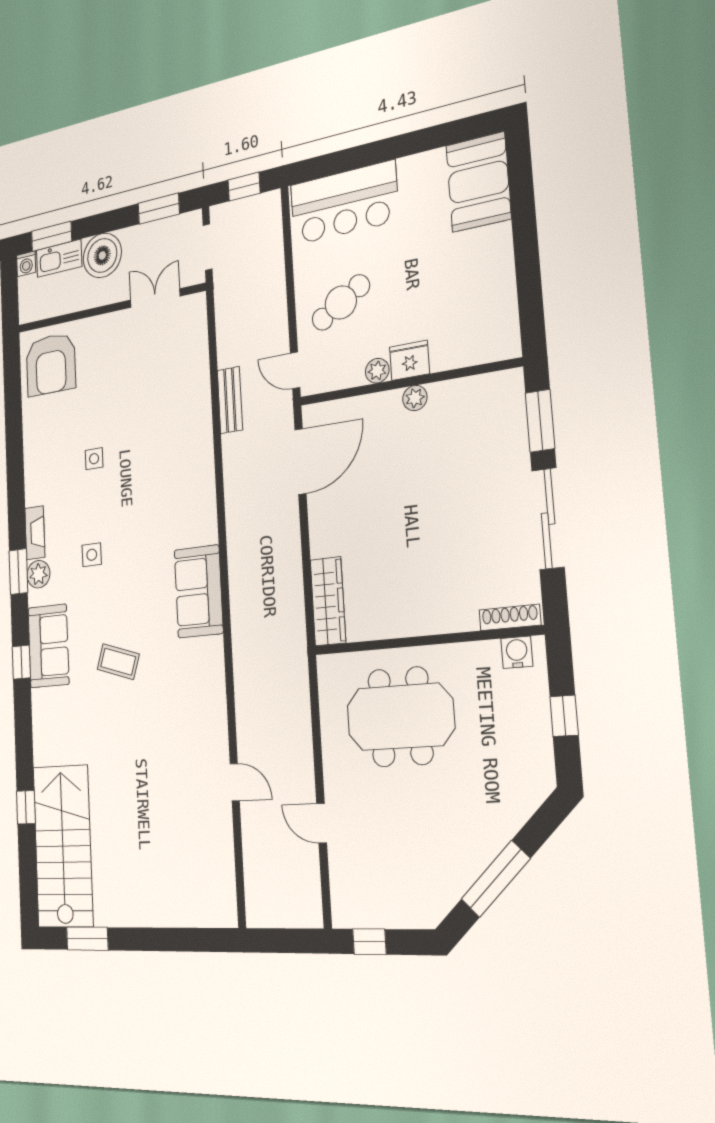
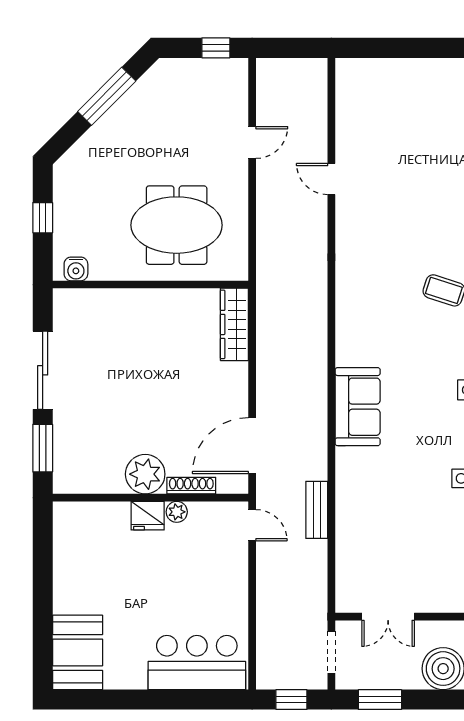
cafe table: (341, 303) -> (206, 576), removed
plant: (415, 398) -> (145, 474), width x1.87, depth x1.87
sofa: (199, 591) -> (358, 407), moved
shoe rack: (510, 617) -> (191, 486), moved, turned 180
door: (322, 823) -> (252, 143), hinge flipped

